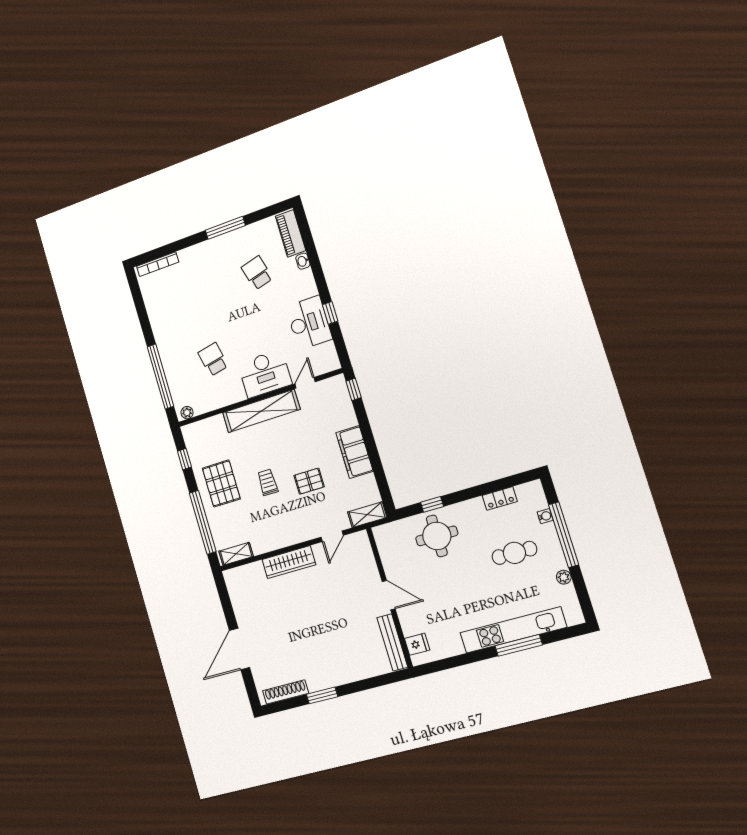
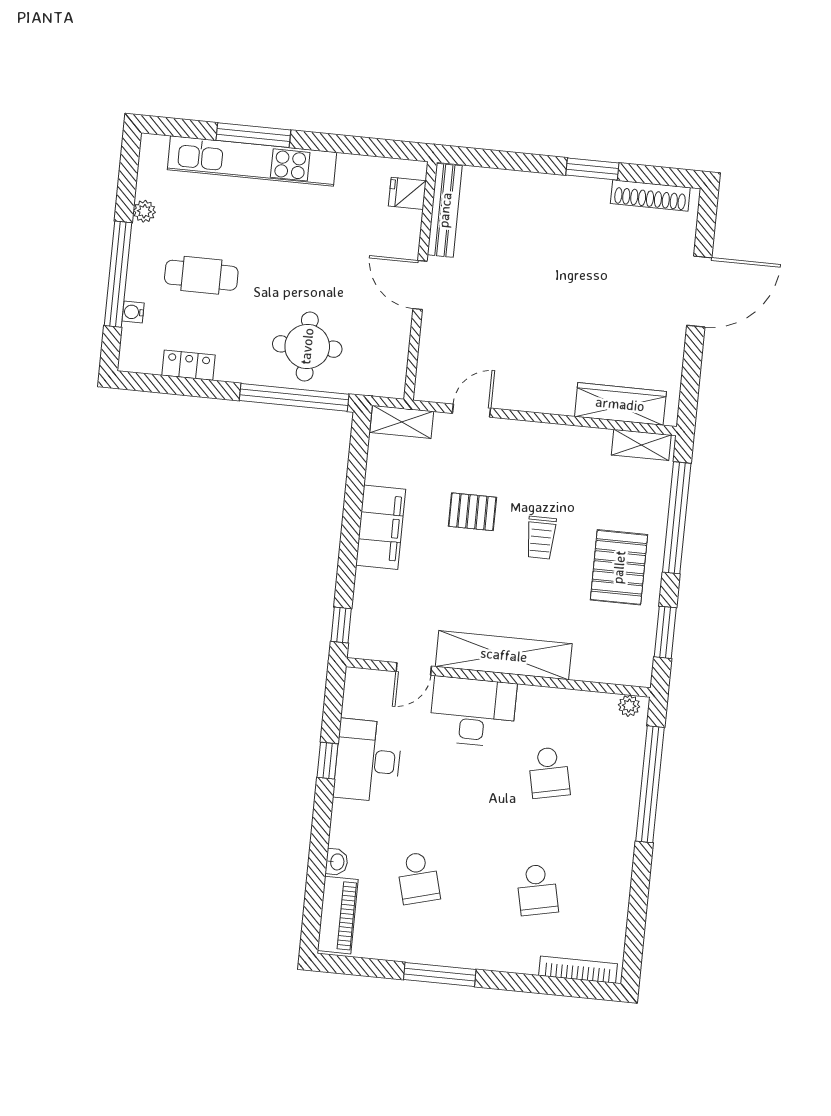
school desk: (194, 295) -> (537, 890), added
window: (184, 459) -> (665, 632), width x1.50
window: (432, 504) -> (294, 397), width x3.17
wardrobe: (289, 562) -> (620, 404), moved

